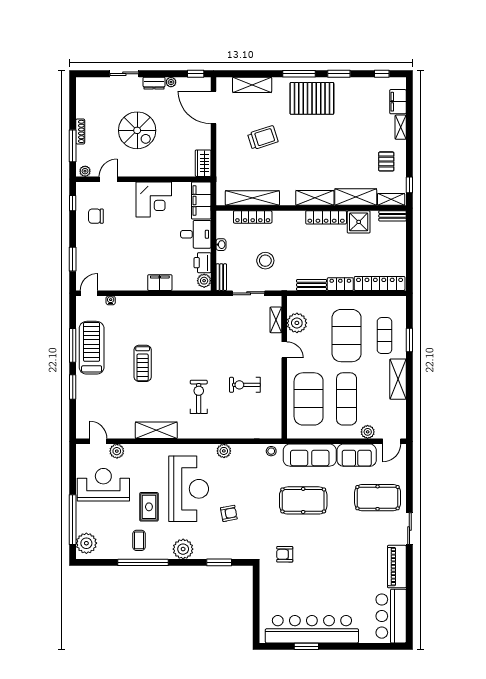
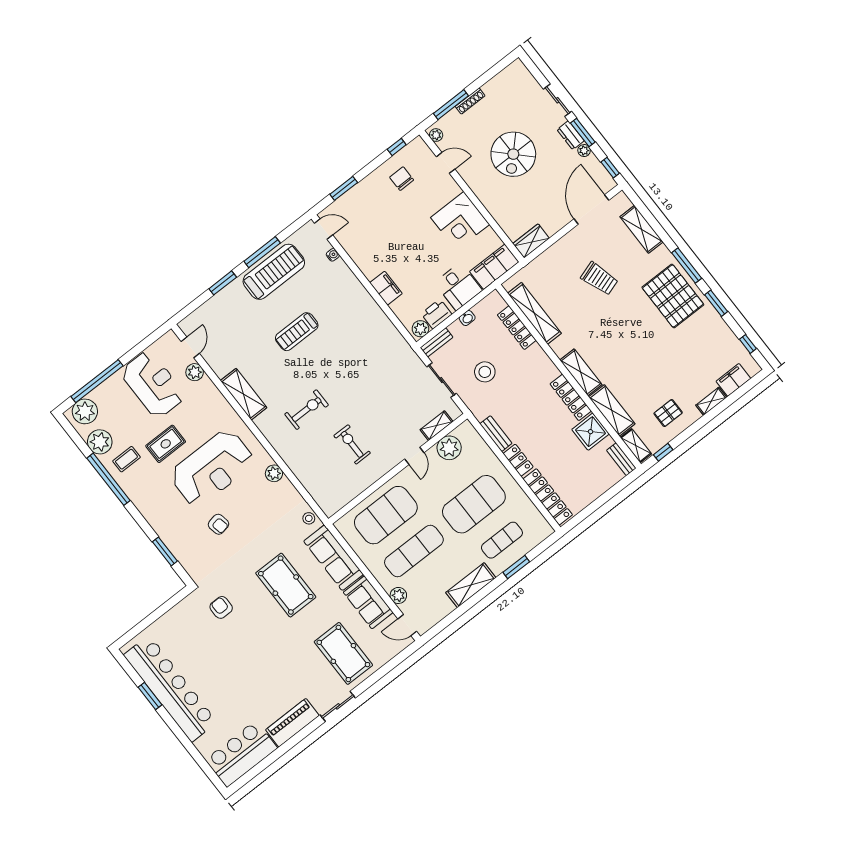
window: (158, 74) -> (583, 133), added
plant: (183, 549) -> (100, 442), moved

